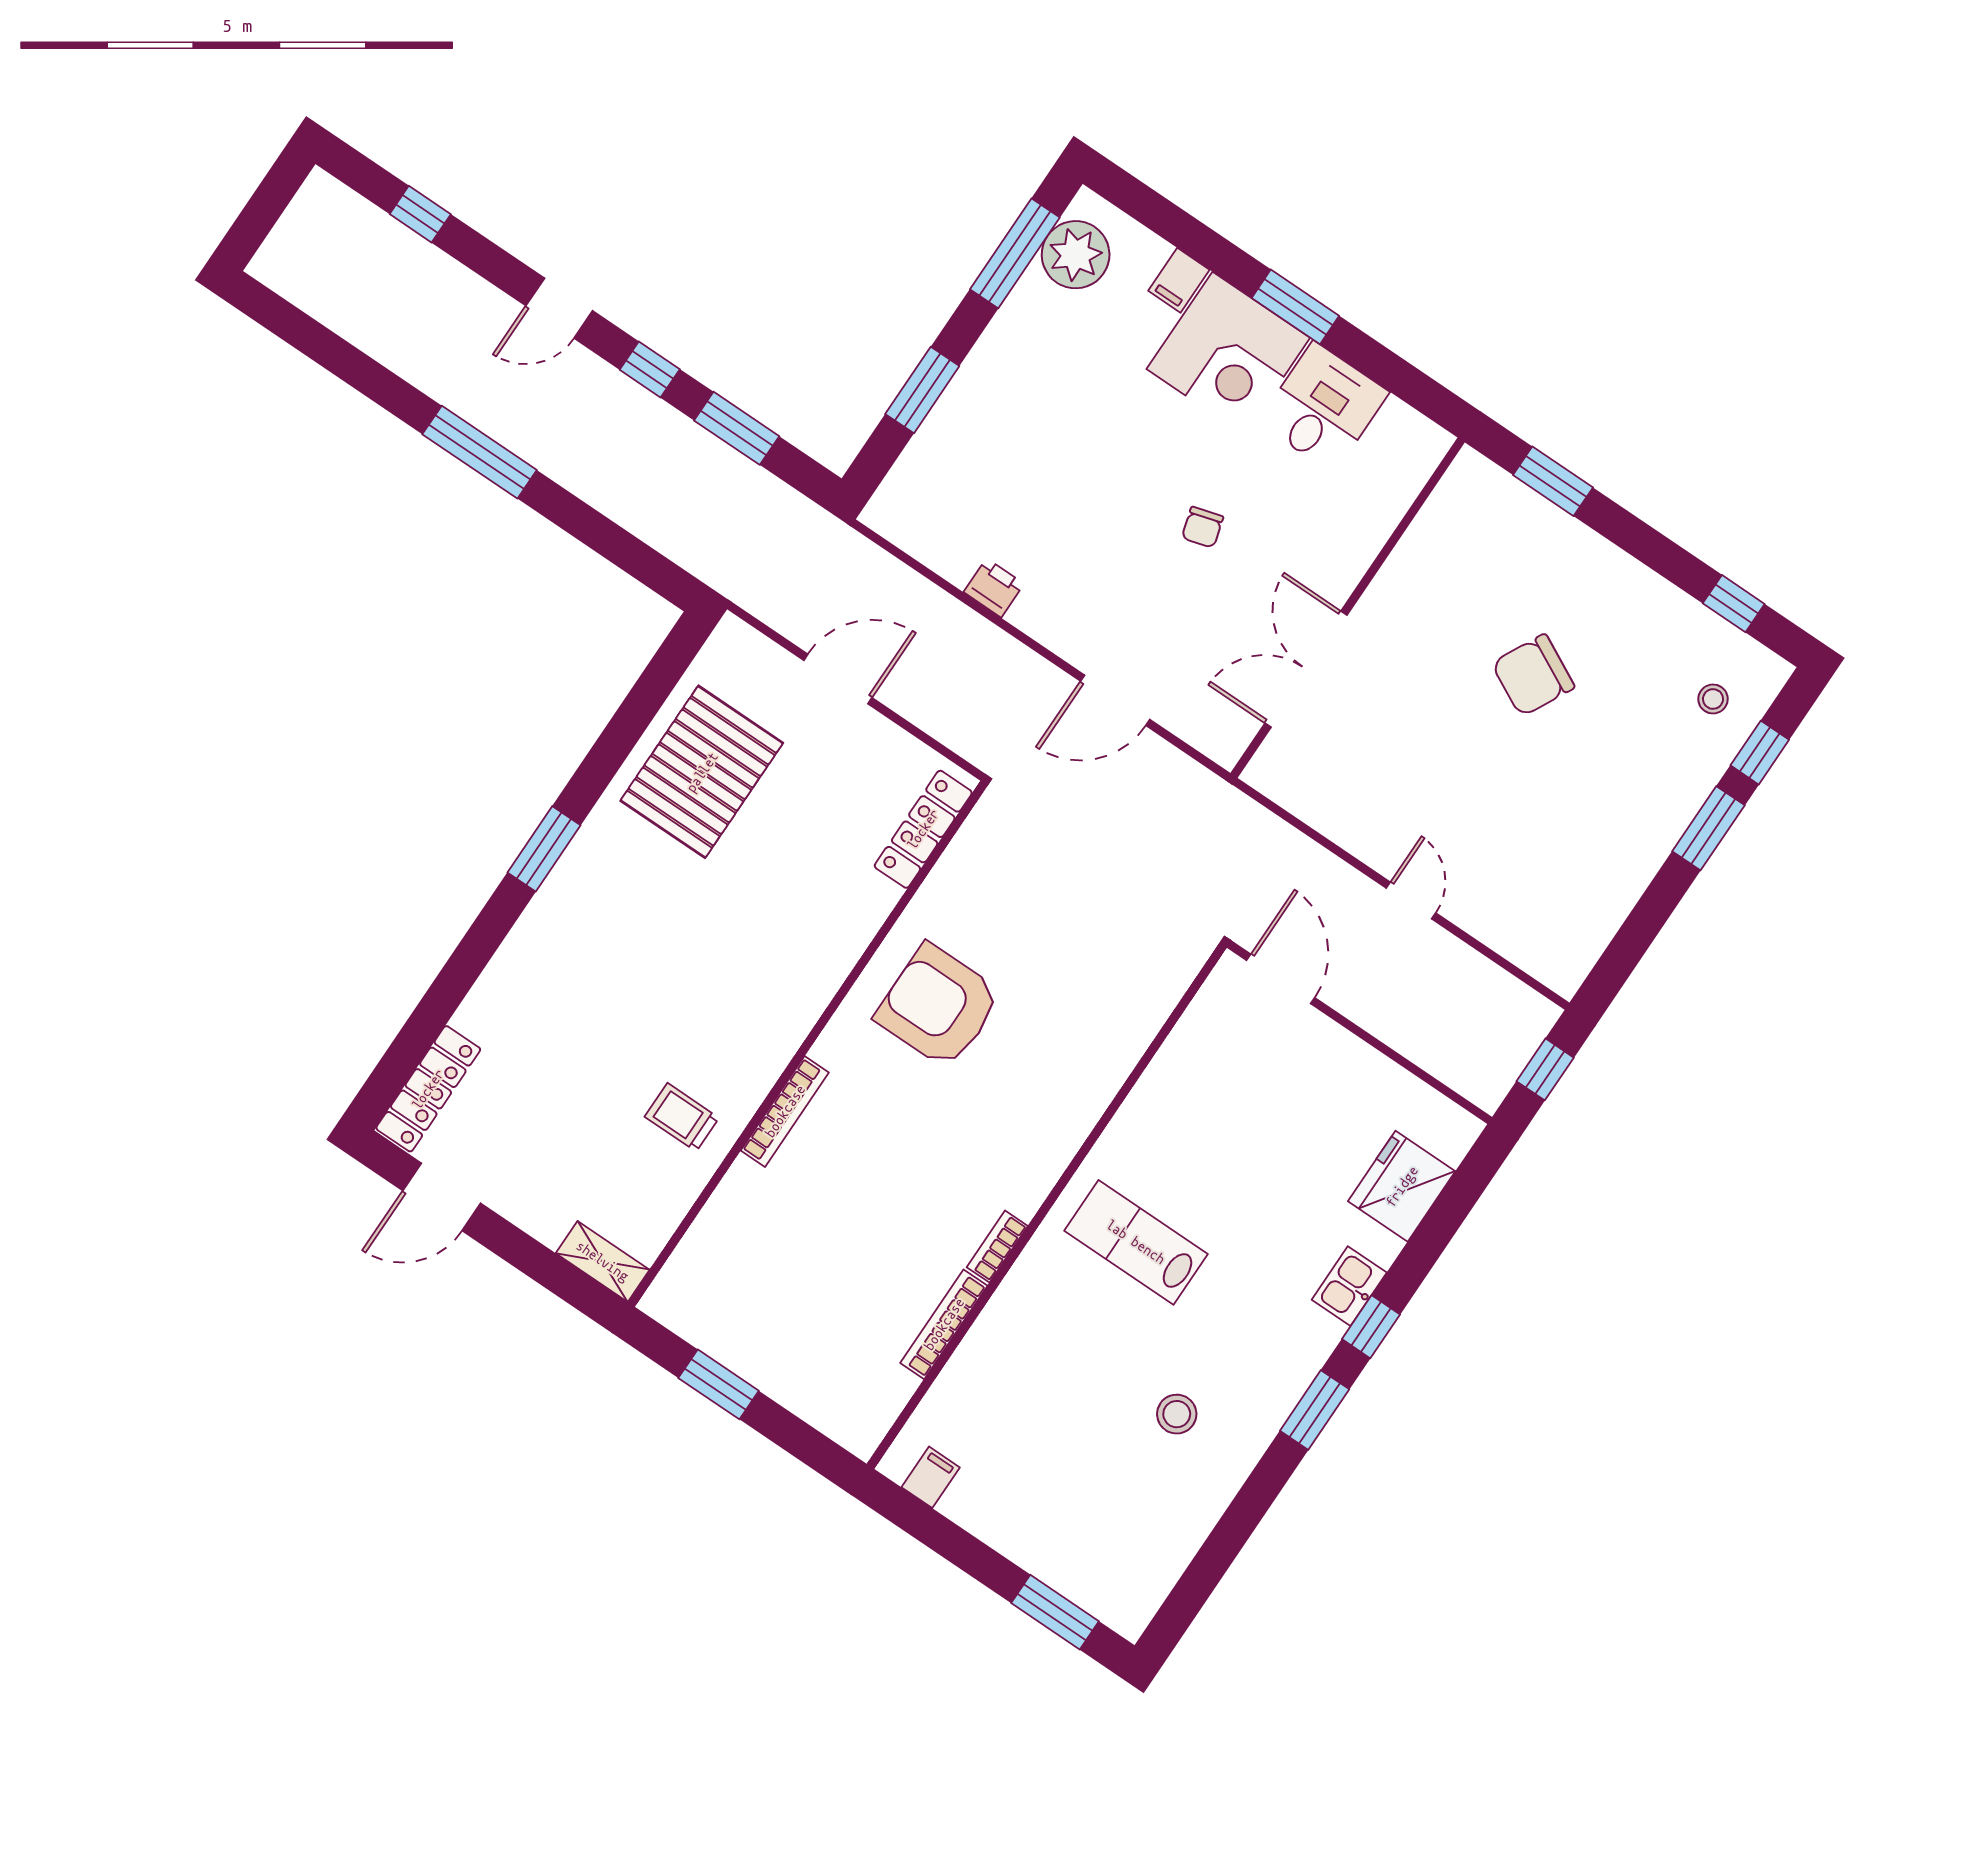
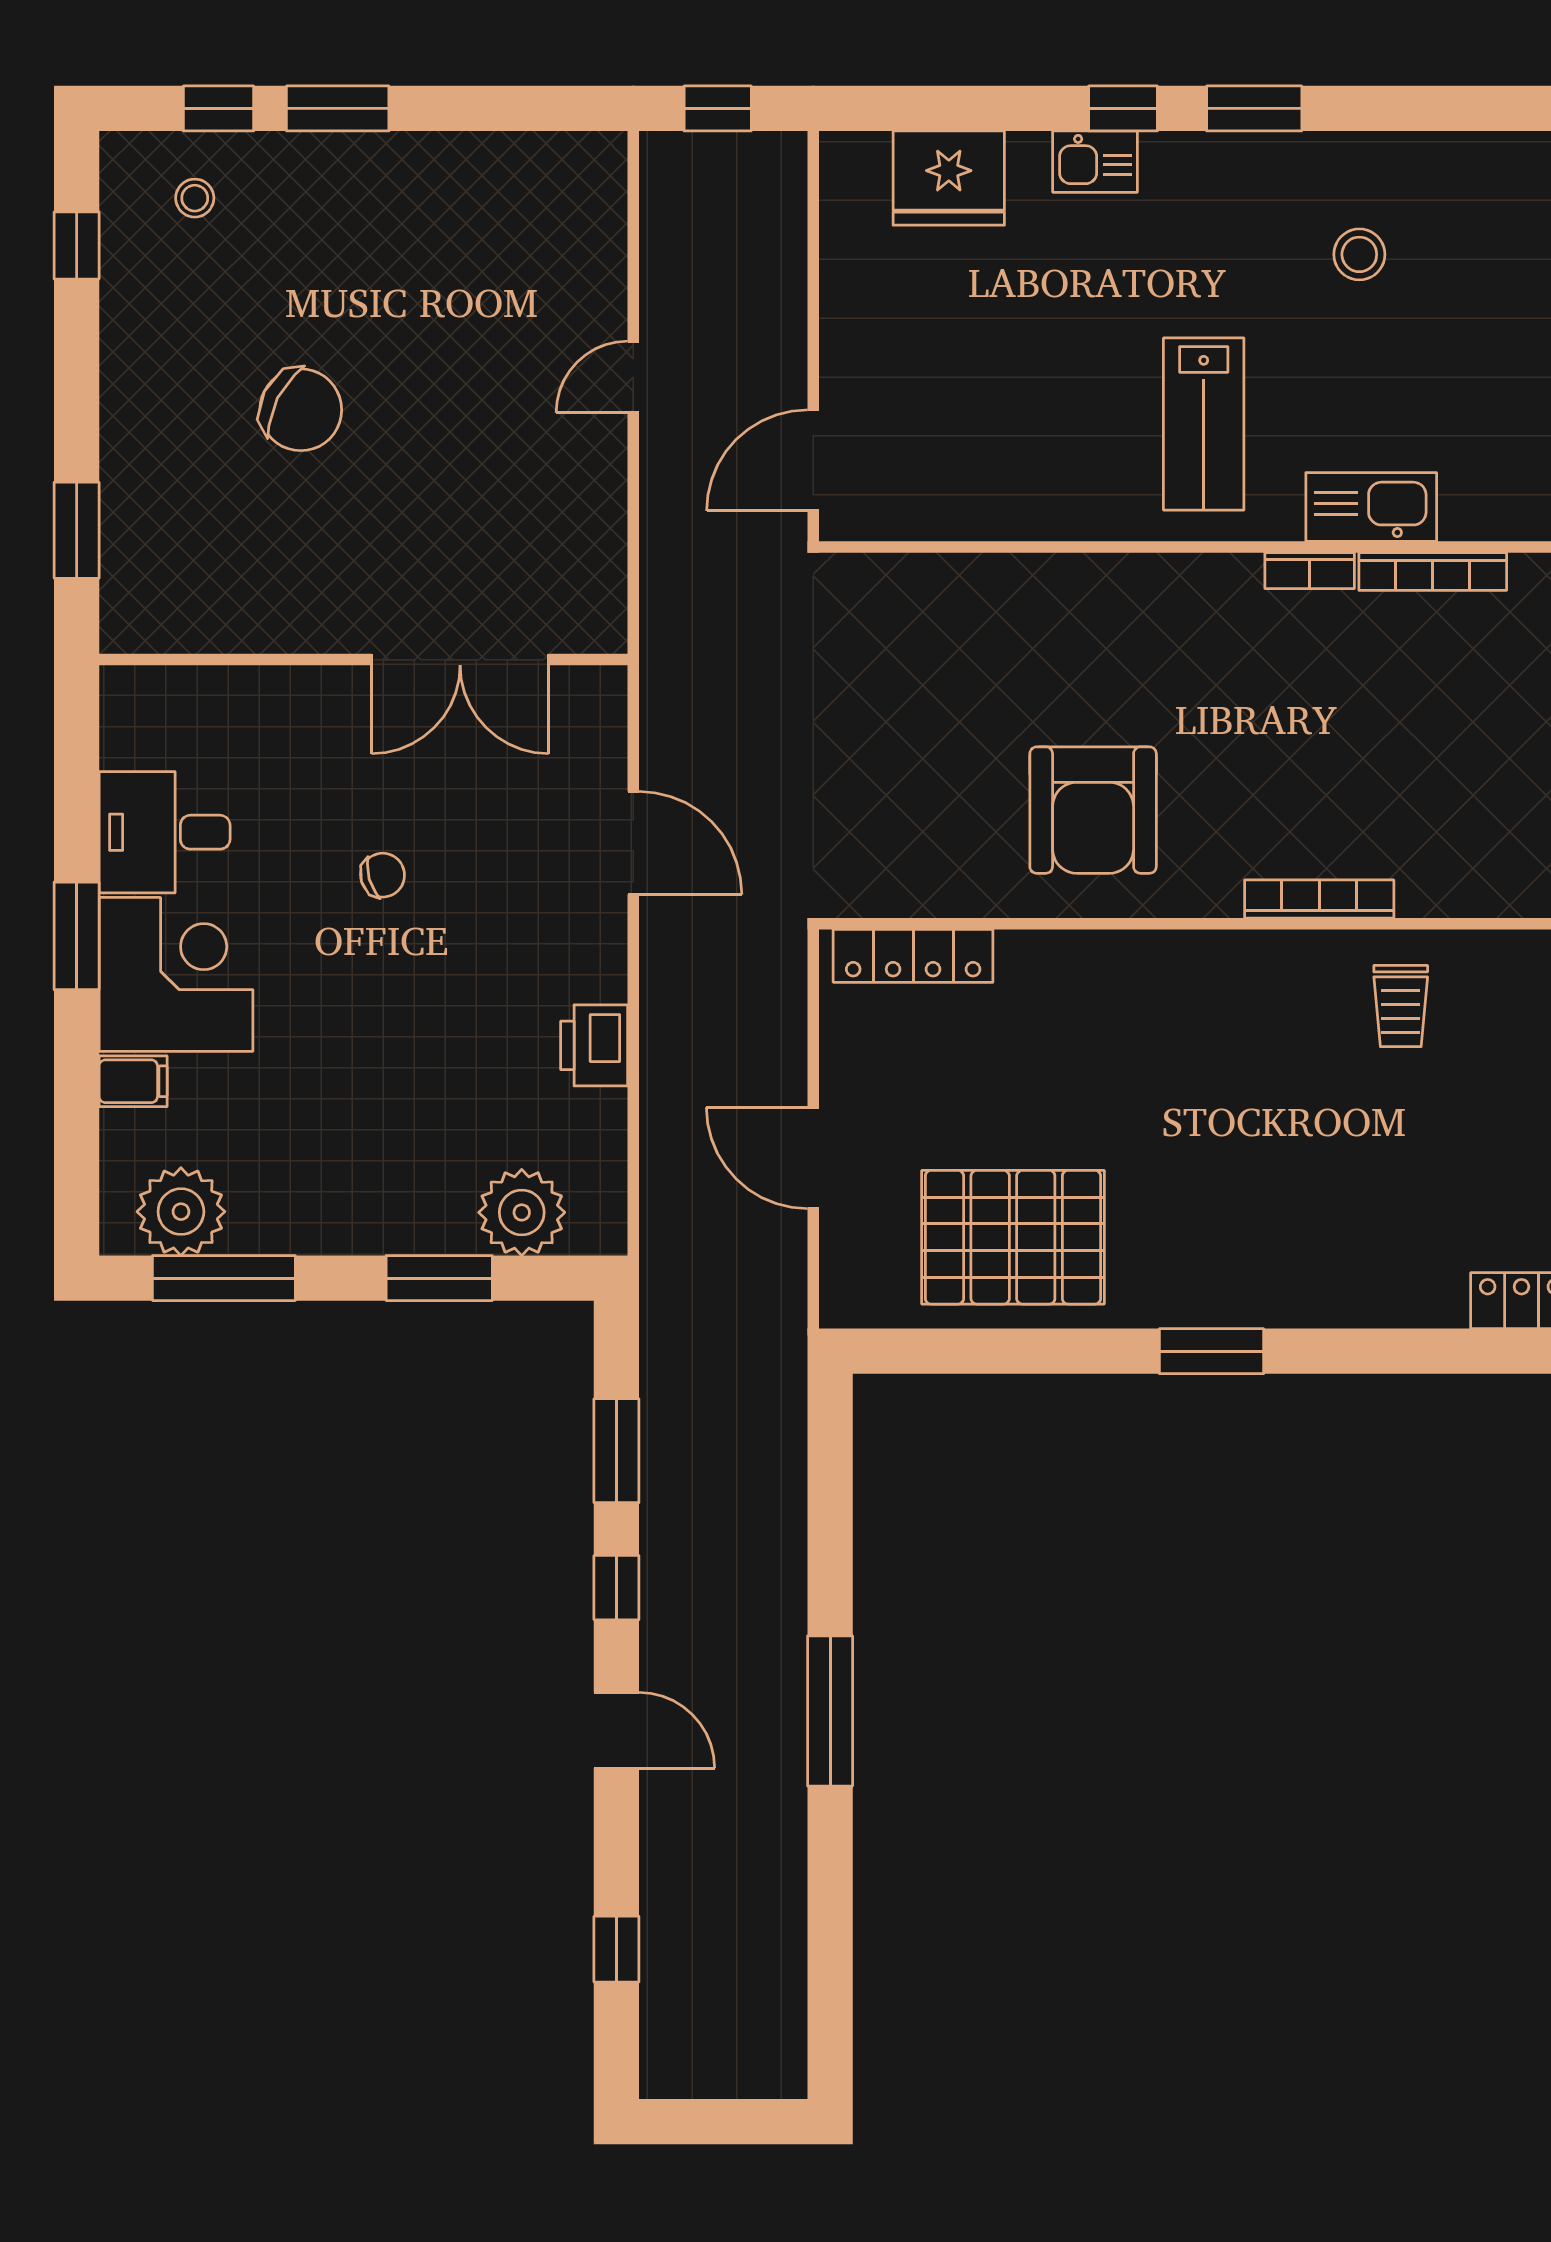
plant: (929, 471) -> (522, 1212), added
printer: (994, 588) -> (594, 1045), width x1.36, depth x1.24
kitchen sink: (1011, 1313) -> (1371, 507), added

